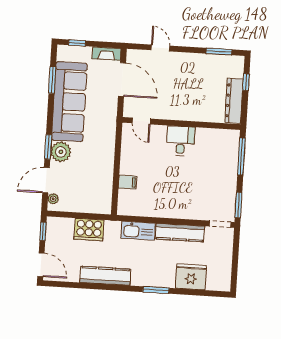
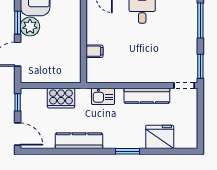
plant: (53, 199) -> (25, 71), removed
kitchen sink: (138, 231) -> (103, 96), width x0.73

